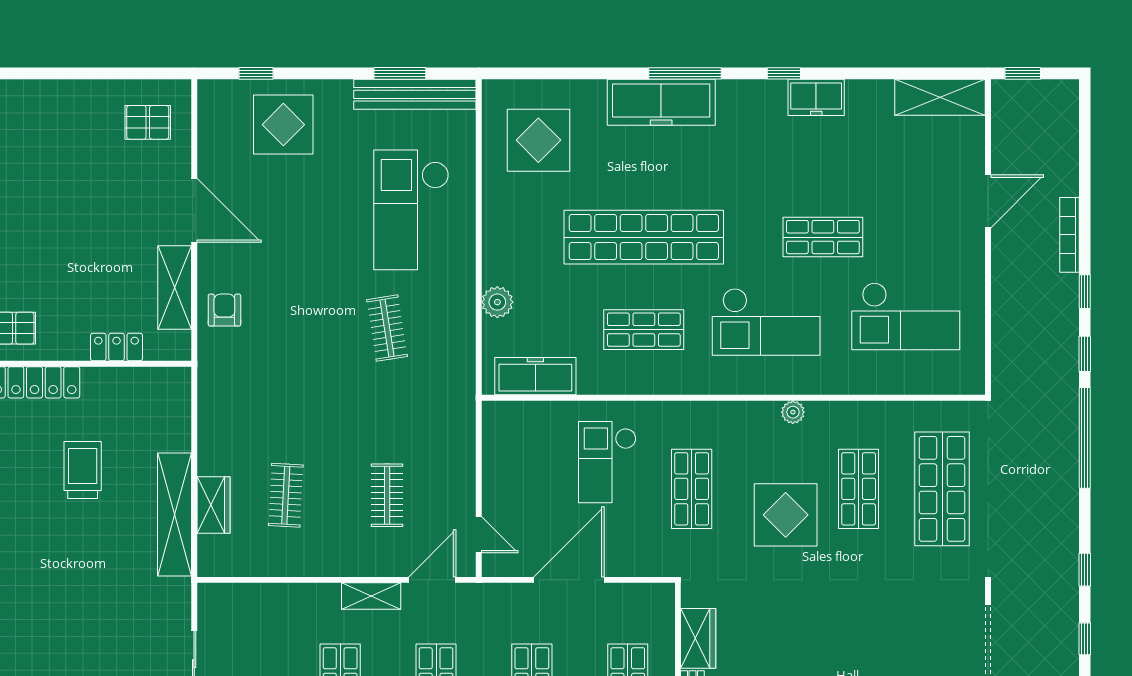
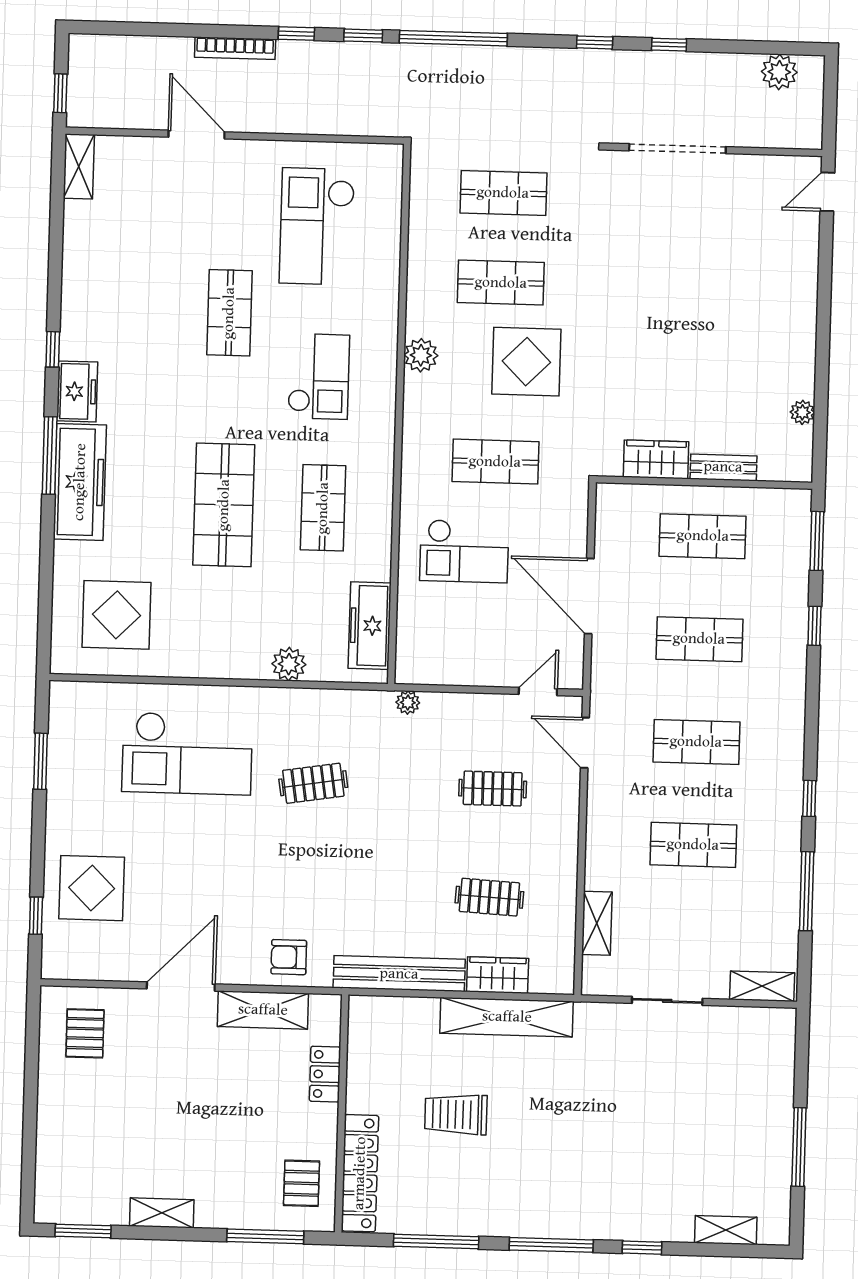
bench: (415, 94) -> (399, 974), moved, turned 90
freezer: (816, 97) -> (77, 391), moved
shelving: (940, 97) -> (79, 166), width x0.67, depth x0.75
shop shelf: (644, 237) -> (224, 505), width x0.71
checkout: (906, 316) -> (317, 226), turned 180
checkout: (766, 322) -> (319, 376), width x0.73, depth x0.83
plant: (793, 412) -> (421, 355), width x1.38, depth x1.38
plant: (465, 414) -> (408, 703), added
shop shelf: (942, 489) -> (503, 193), width x0.70, depth x0.74
shelving: (371, 596) -> (597, 923), moved

